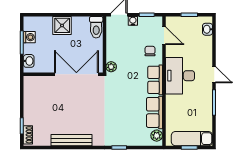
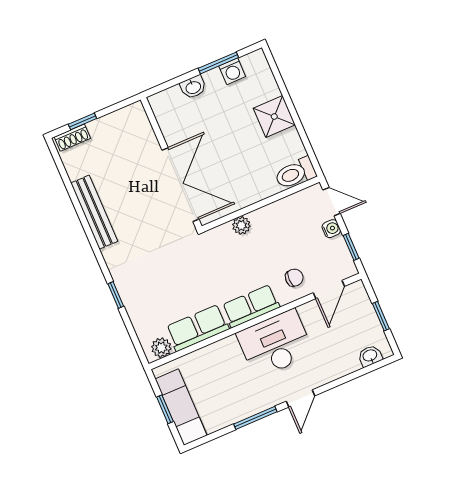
wall: (63, 74) -> (171, 163), moved
double door: (76, 74) -> (181, 185), moved

